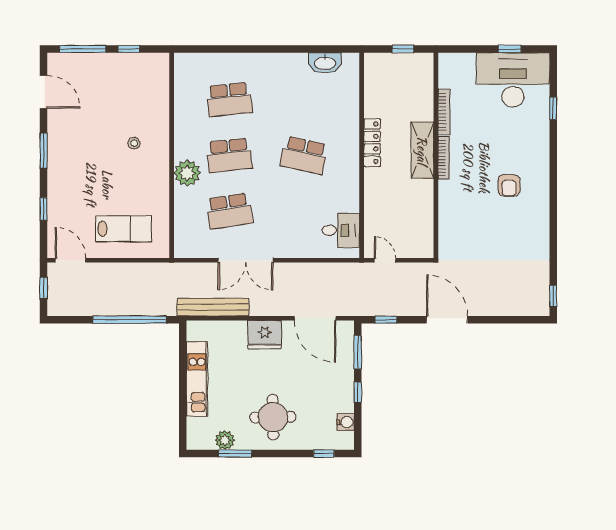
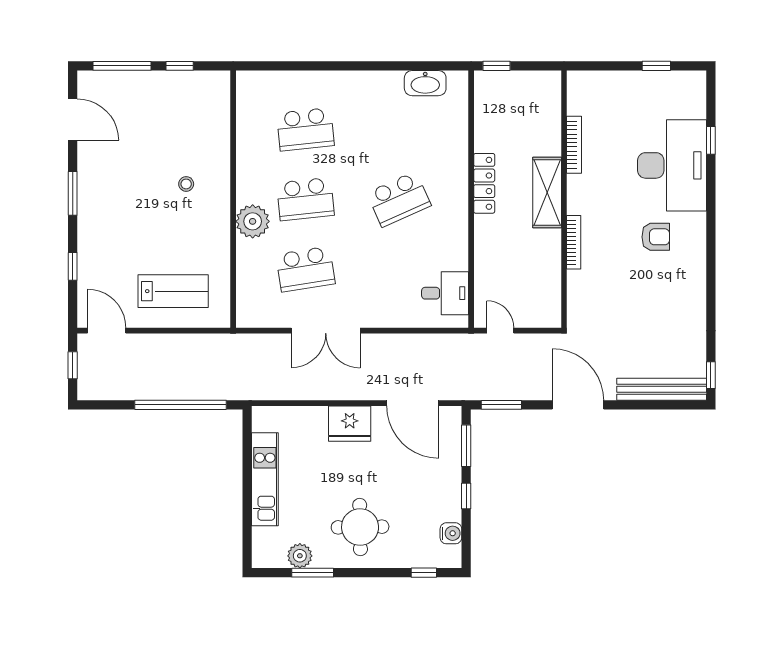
window: (403, 49) -> (497, 66), moved
desk: (513, 80) -> (672, 165), moved, turned 90
school desk: (304, 155) -> (399, 199), turned -36
bookcase: (444, 158) -> (574, 242), moved
armchair: (509, 185) -> (656, 237), turned -90
bench: (213, 307) -> (662, 389), moved
window: (386, 320) -> (501, 405), width x1.50

